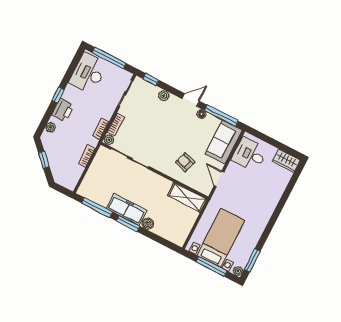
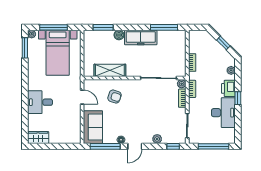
desk: (88, 73) -> (223, 113), moved
desk: (250, 154) -> (40, 102), moved, turned 180
shelving: (187, 197) -> (110, 70), moved
window: (128, 224) -> (103, 27), moved

